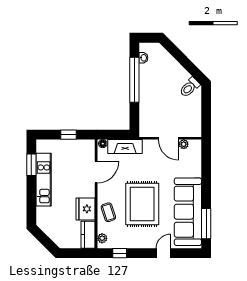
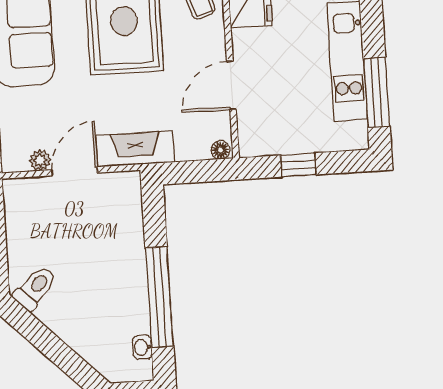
door: (169, 138) -> (75, 171), hinge flipped
fireplace: (125, 147) -> (135, 149), moved
window: (31, 165) -> (377, 93), width x1.44

